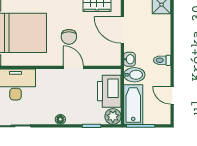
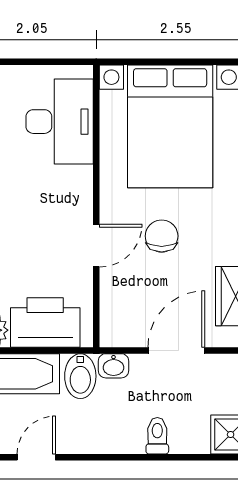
chair: (69, 37) -> (162, 236), turned 90
toilet: (162, 60) -> (157, 436), moved

